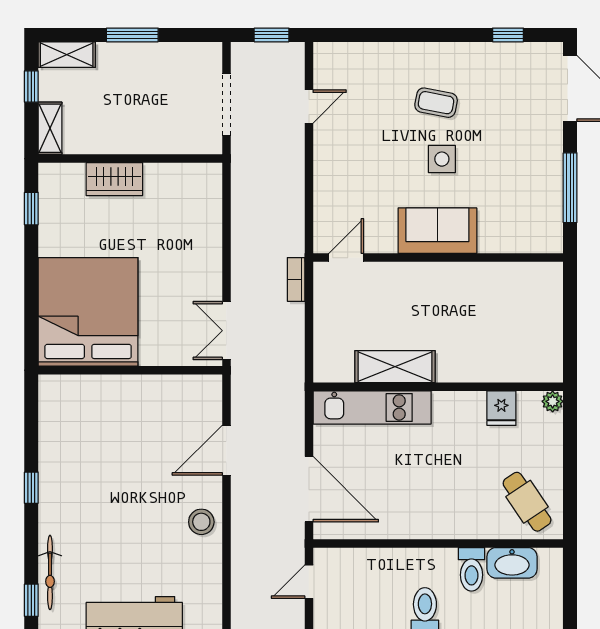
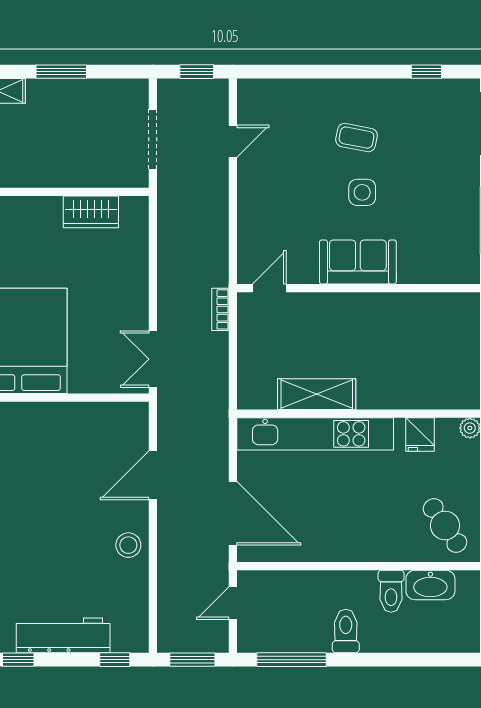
wardrobe: (114, 179) -> (91, 212), moved
kitchen unit: (372, 407) -> (315, 434), width x1.36

